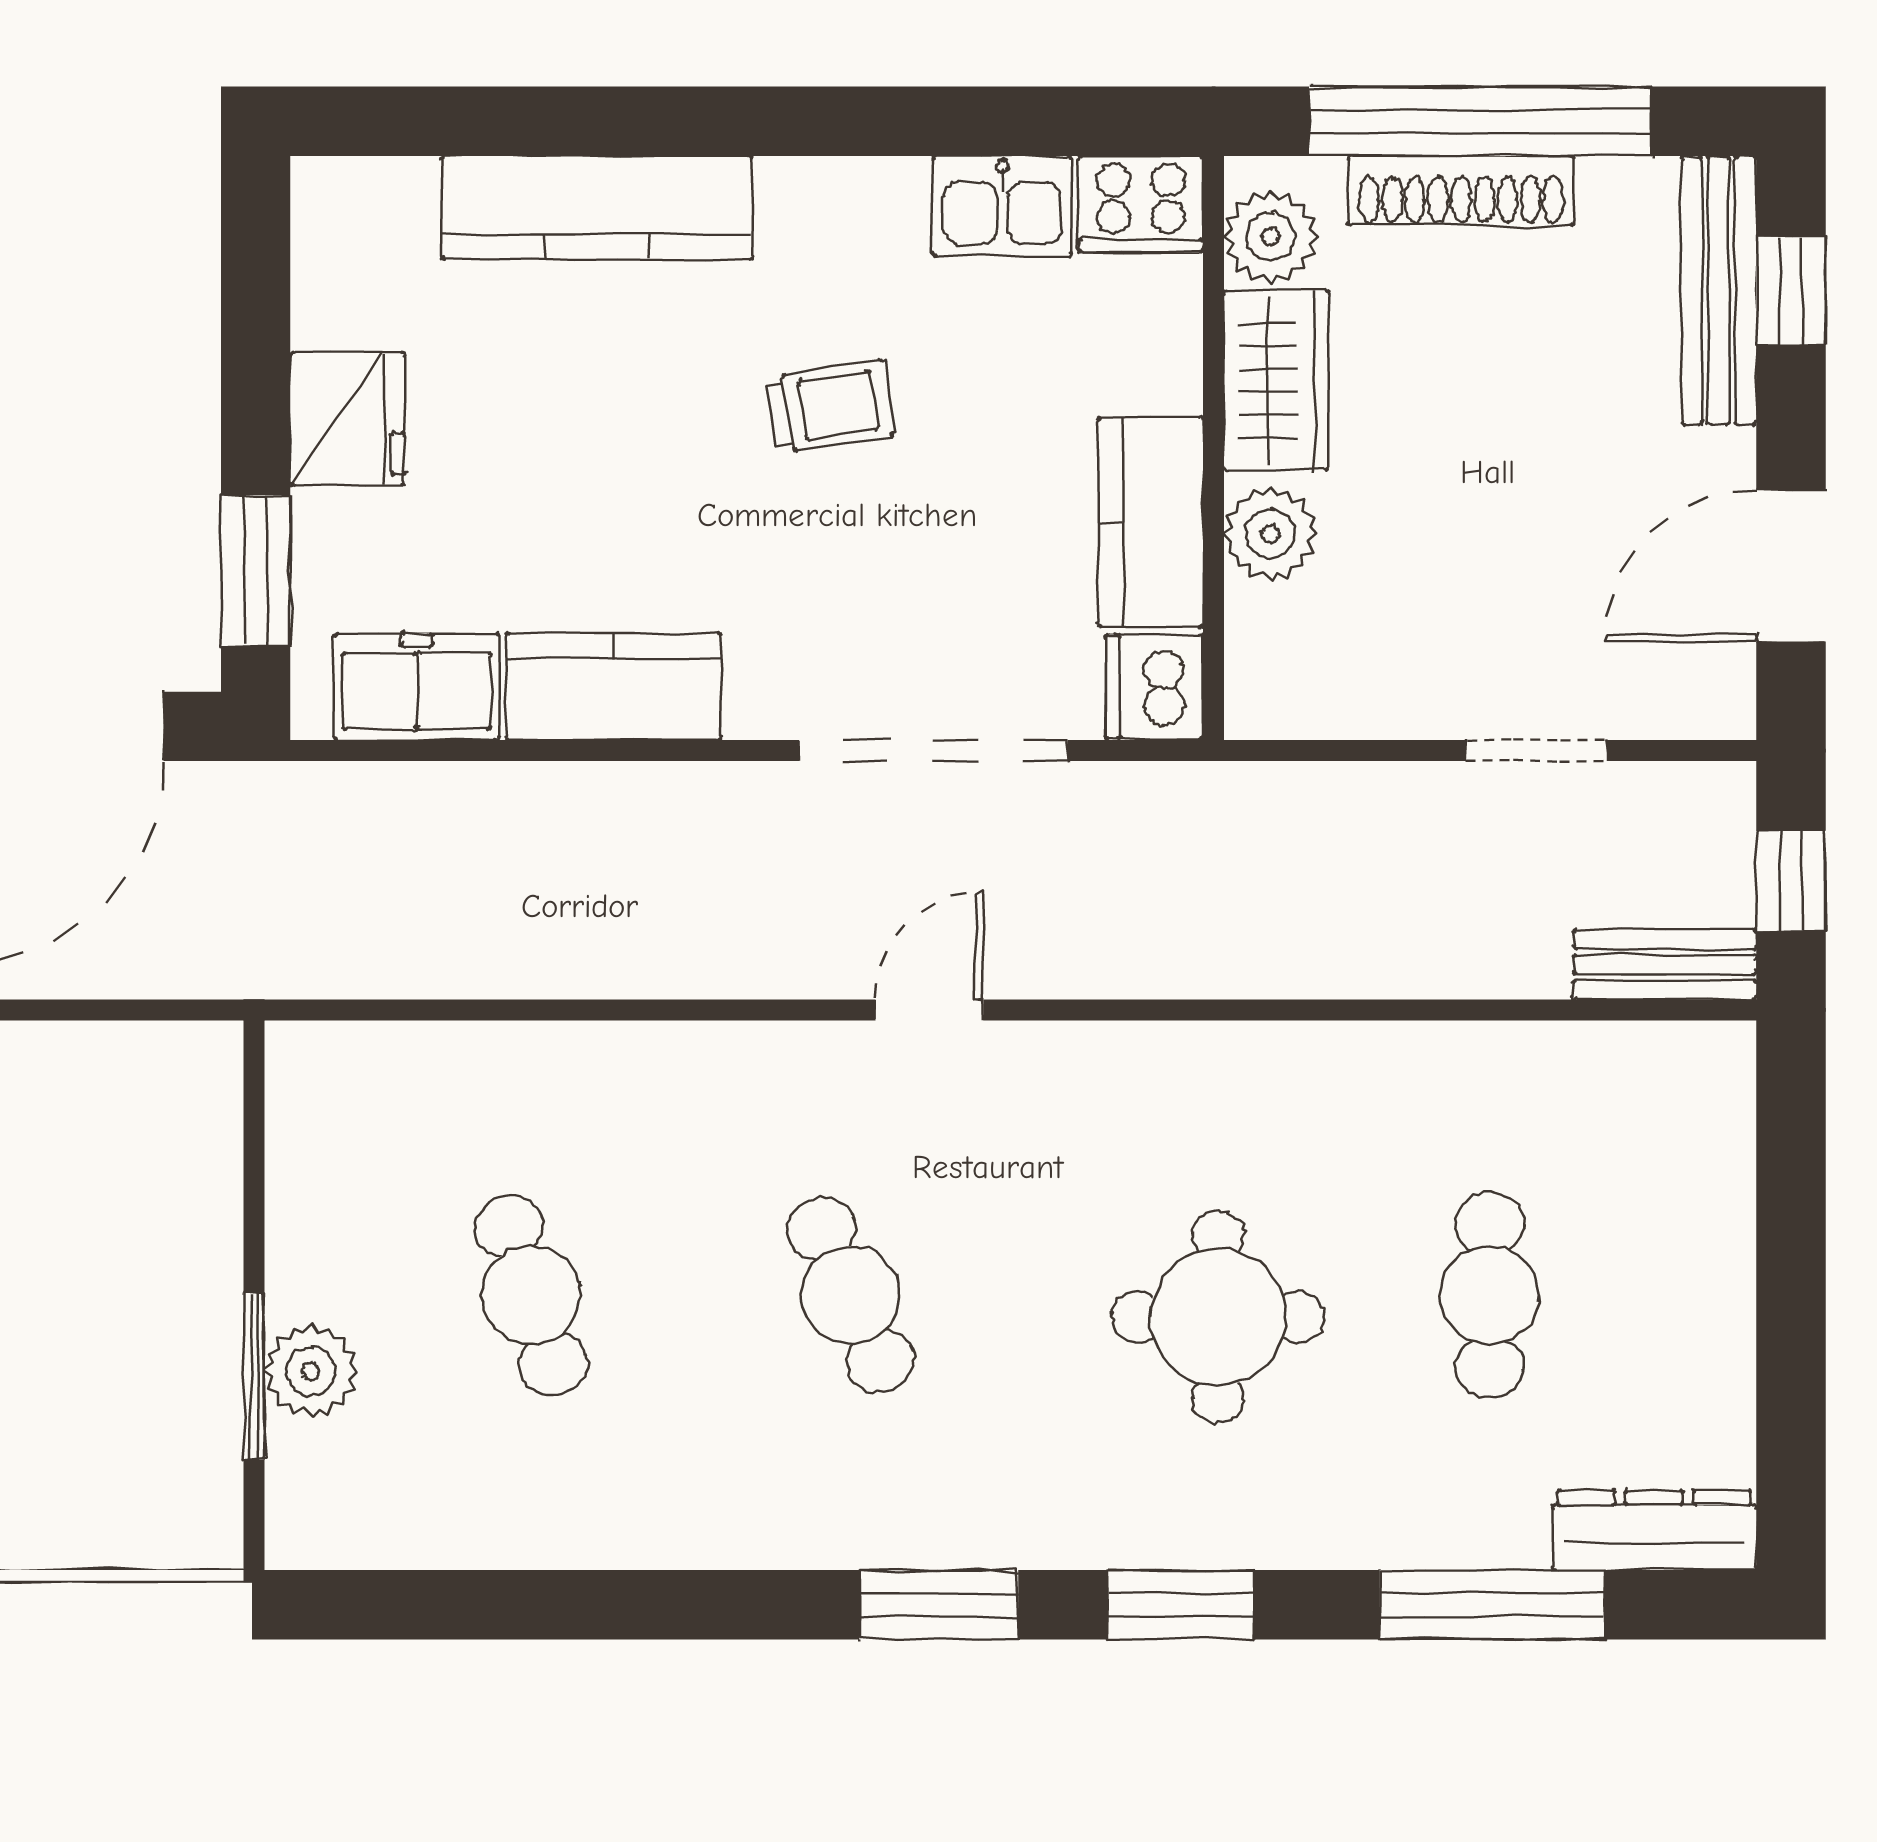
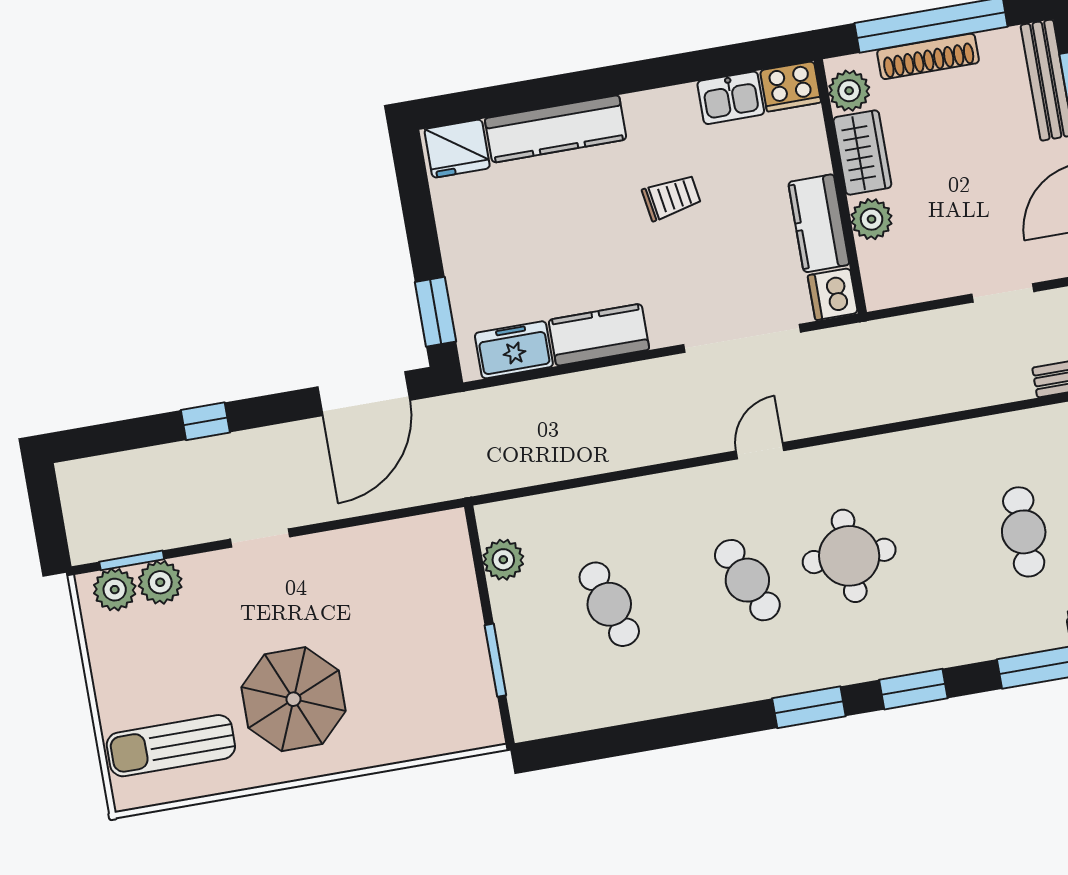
fridge: (347, 419) -> (457, 149), moved, turned 90
round table: (1218, 1317) -> (849, 556), moved
plant: (311, 1371) -> (503, 560), moved

